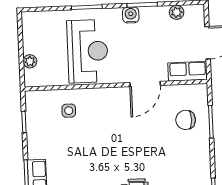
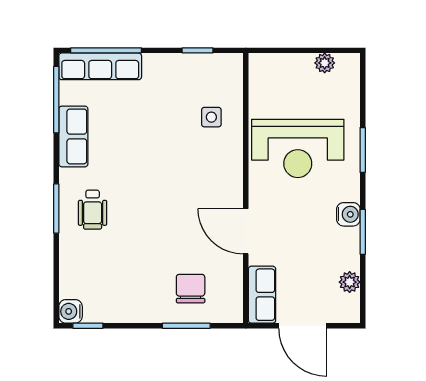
plant: (30, 61) -> (325, 63), moved

